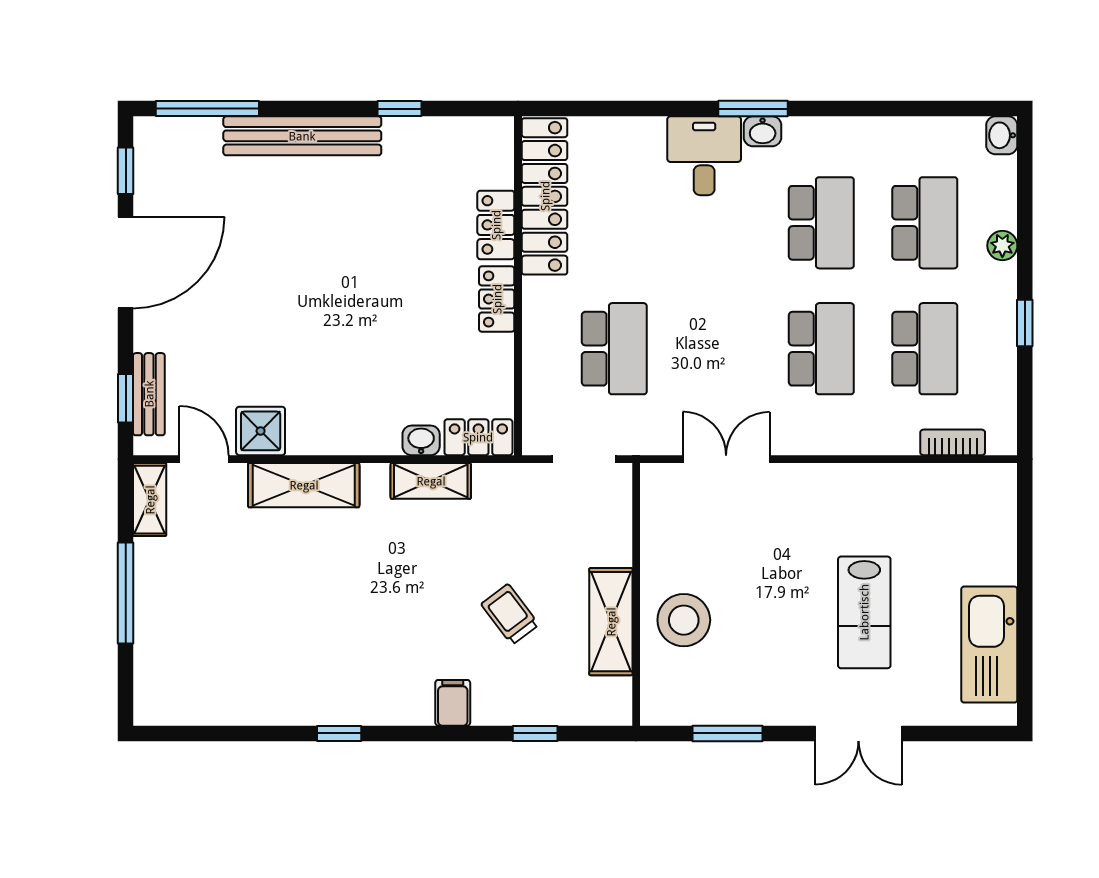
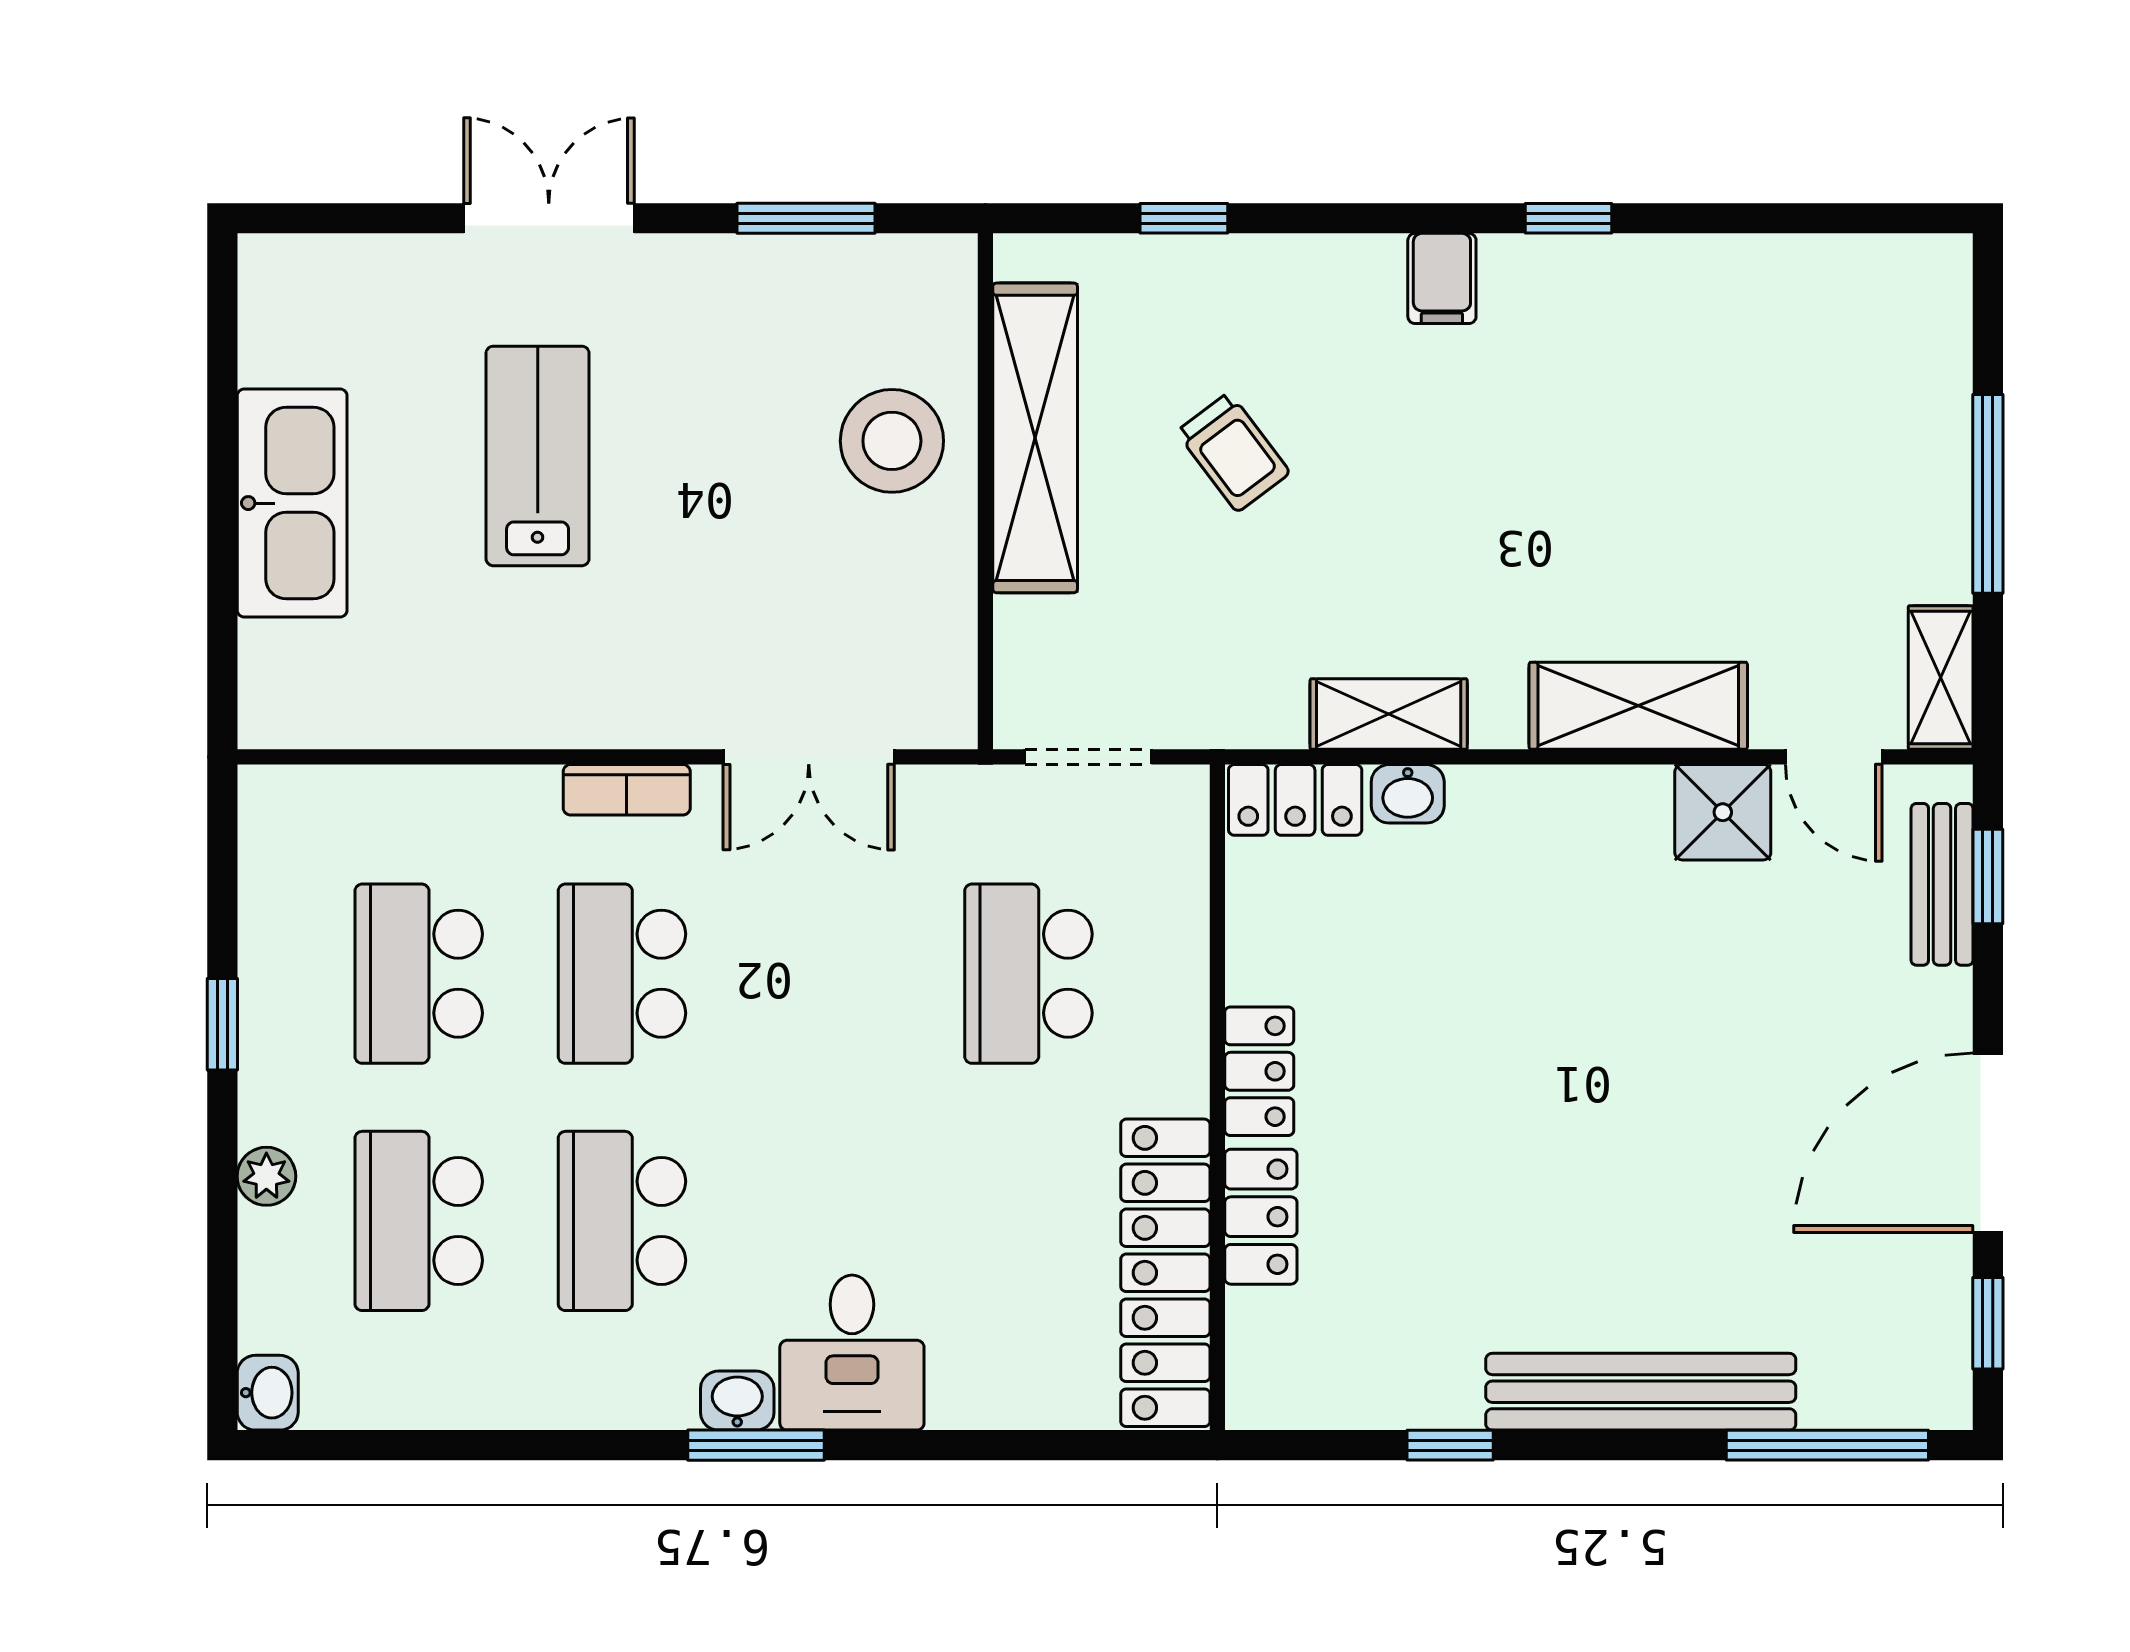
bookcase: (953, 442) -> (627, 790), moved
shelving: (611, 622) -> (1035, 438), width x1.47
kitchen sink: (989, 645) -> (292, 503), moved
filing cabinet: (453, 703) -> (1442, 278), moved

